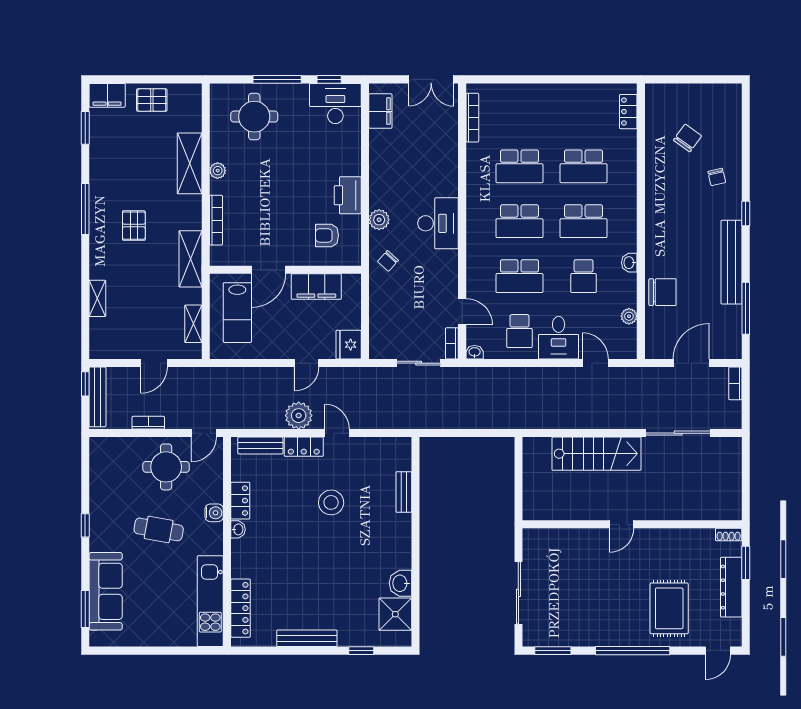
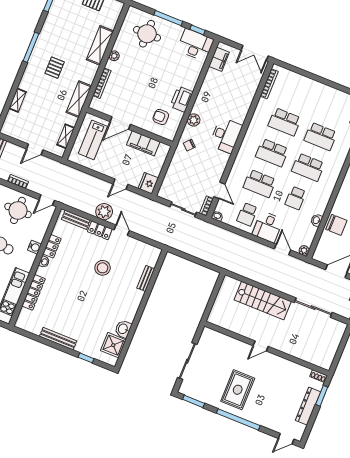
washbasin: (629, 263) -> (317, 220), moved
plant: (629, 316) -> (304, 250), moved
locker: (241, 608) -> (34, 292), moved
rug: (669, 608) -> (238, 390), moved

